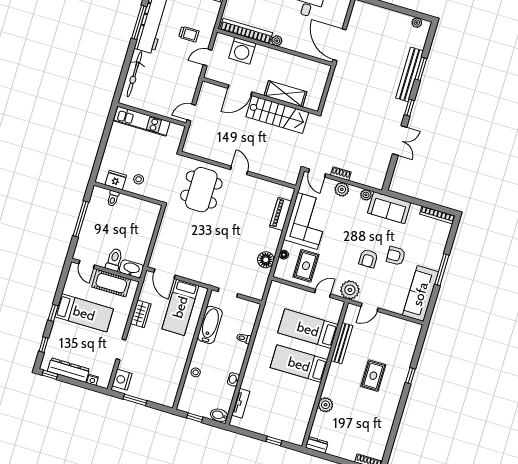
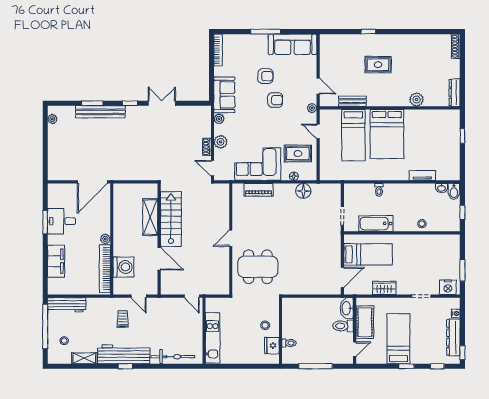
window: (139, 22) -> (125, 366), width x0.46
door: (317, 173) -> (213, 168), swing flipped
armchair: (396, 256) -> (265, 76), turned -88
plant: (350, 290) -> (312, 108), width x0.53, depth x0.53
bench: (342, 343) -> (352, 101), width x0.73
bed: (299, 364) -> (387, 134), width x1.50
washbasin: (233, 379) -> (441, 188), moved
tv unit: (241, 403) -> (422, 175), moved
dresser: (317, 445) -> (455, 93), width x1.44

